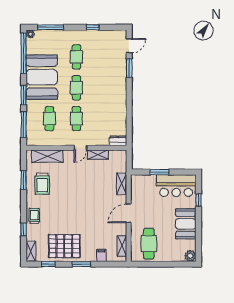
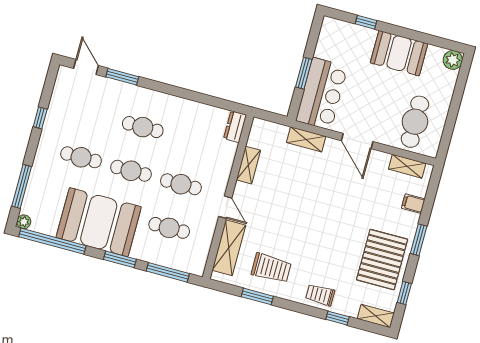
cafe table: (103, 88) -> (143, 127), added
door: (81, 148) -> (225, 207), moved
bar counter: (176, 186) -> (322, 94), moved
cafe table: (149, 244) -> (415, 122), turned 90

